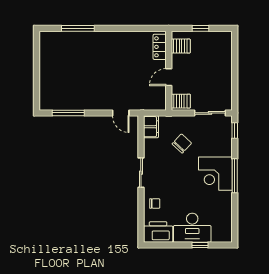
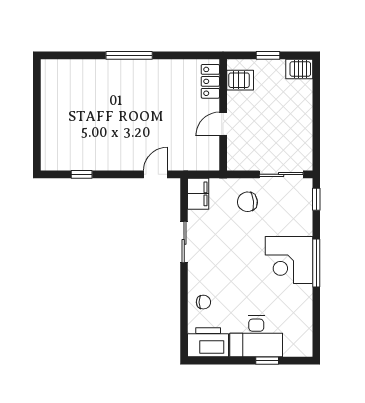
window: (78, 28) -> (129, 55), moved
server rack: (181, 101) -> (299, 69), moved, turned 180
window: (68, 113) -> (82, 174), width x0.46
door: (121, 113) -> (155, 174), swing flipped
chair: (182, 144) -> (247, 202), moved, turned -139
sliding door: (141, 173) -> (184, 242), moved

